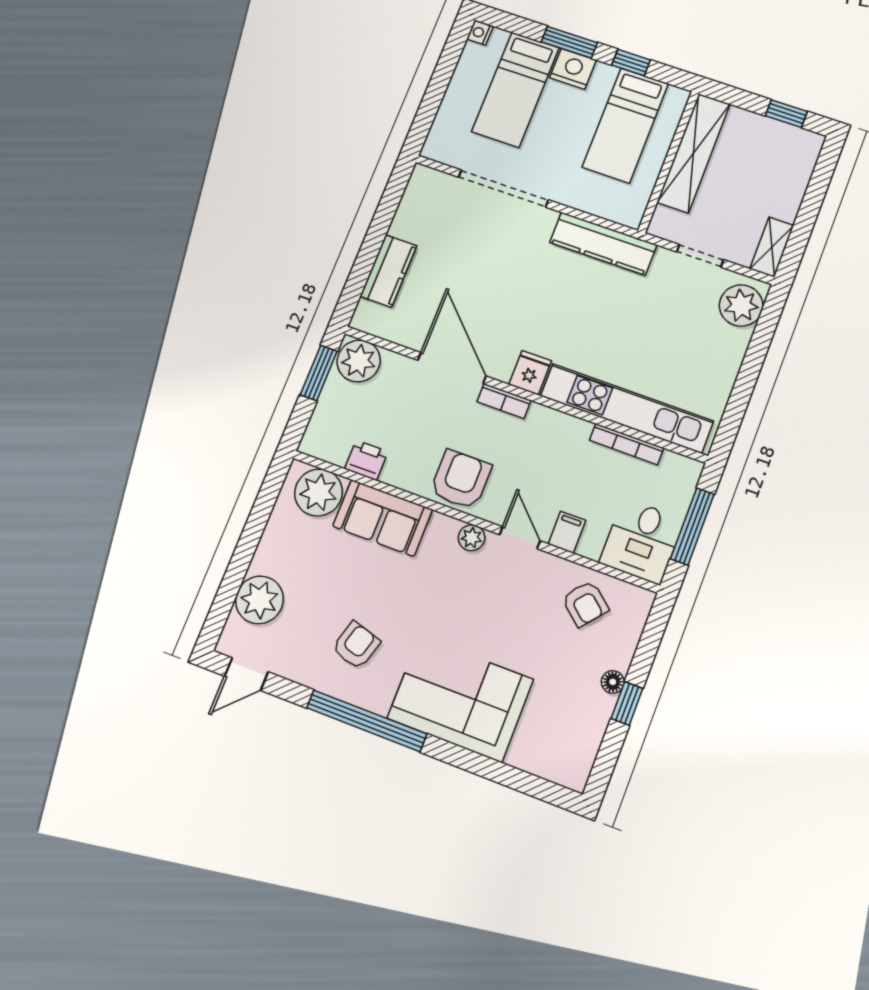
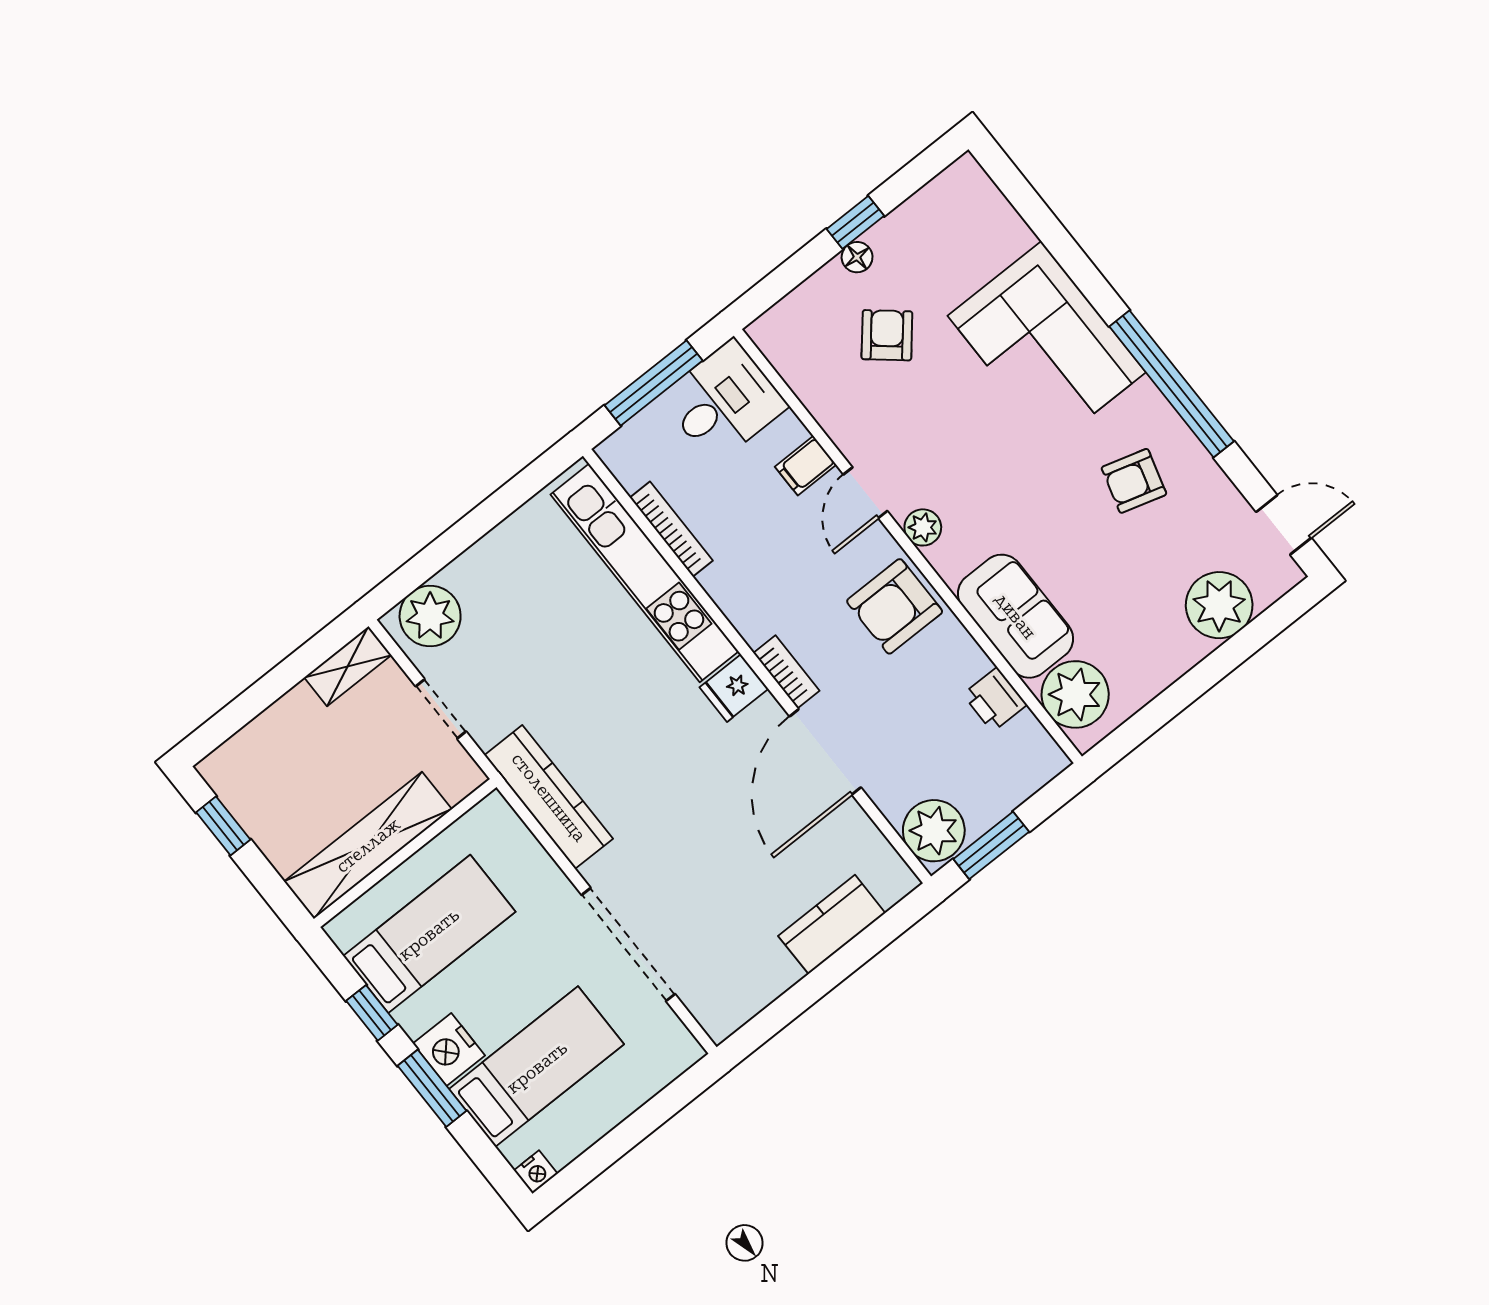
armchair: (585, 604) -> (887, 335), moved

